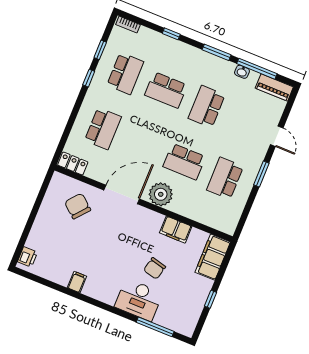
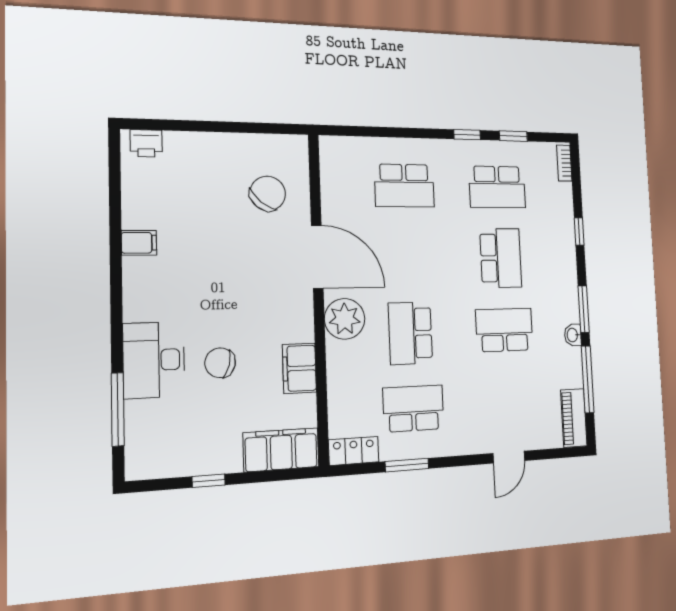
washbasin: (242, 72) -> (573, 335), moved
school desk: (166, 90) -> (501, 258), turned 180
locker: (73, 164) -> (354, 451), moved, turned -90
window: (261, 174) -> (407, 465), moved

